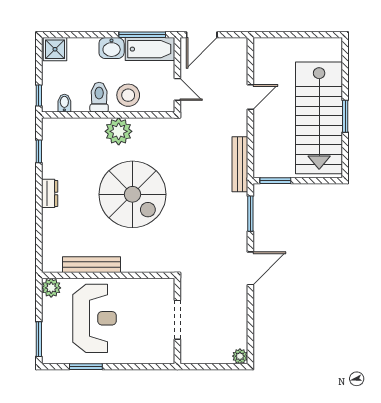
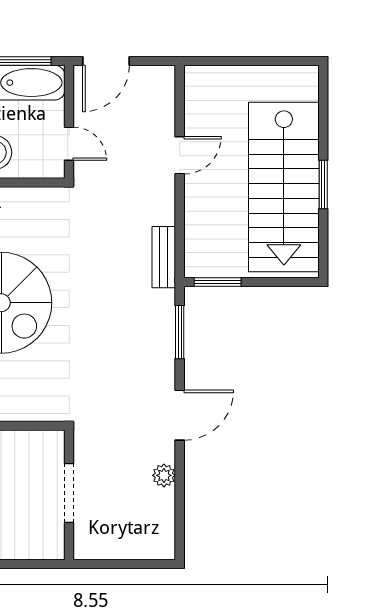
bench: (240, 164) -> (164, 257), width x0.73
plant: (240, 356) -> (164, 475), moved

